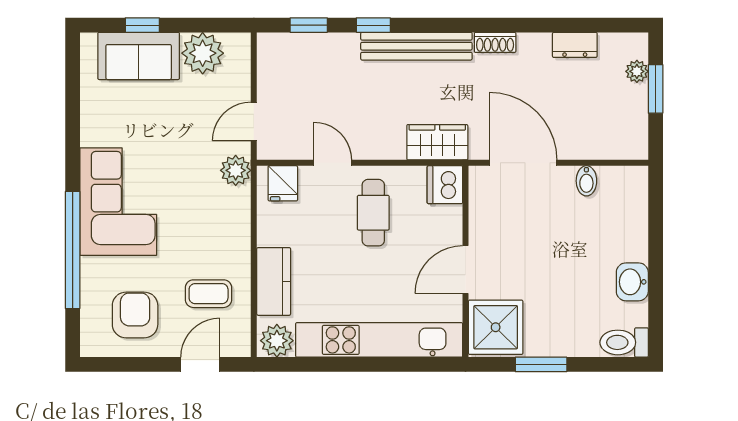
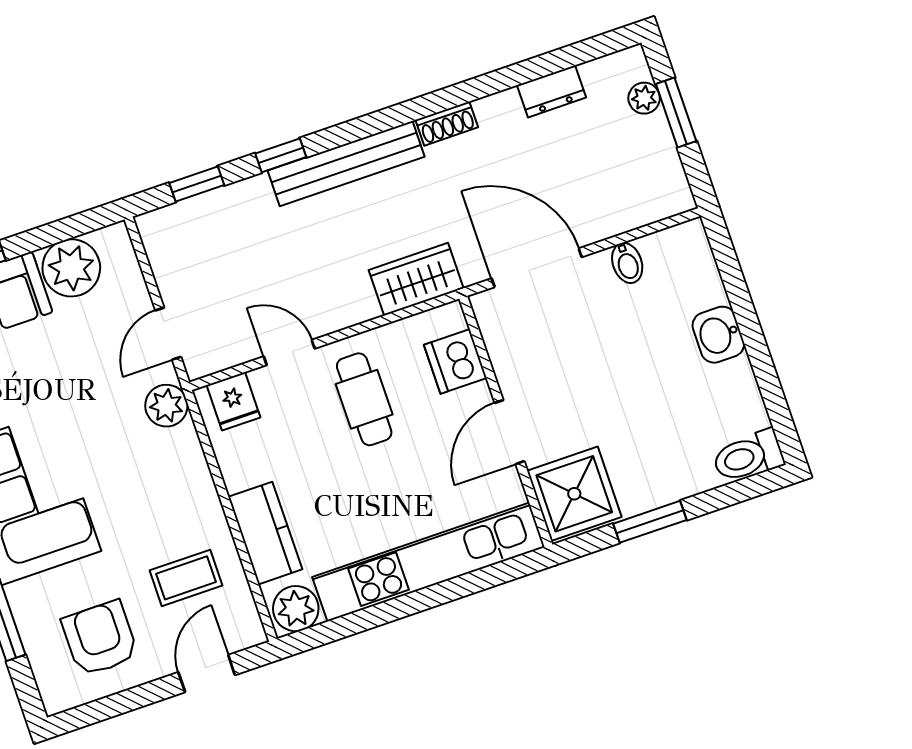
dishwasher: (445, 185) -> (455, 361), moved
washbasin: (632, 282) -> (718, 335), moved

